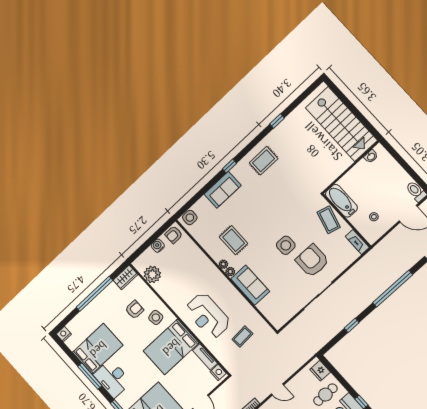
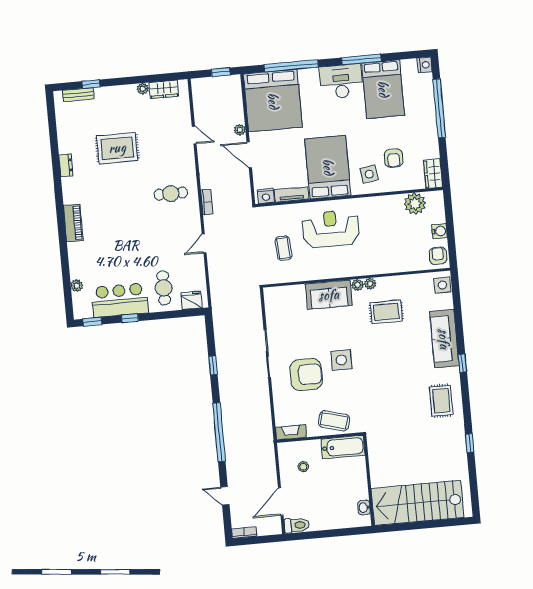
sofa: (223, 190) -> (444, 339), width x1.36
window: (94, 294) -> (439, 108), moved

